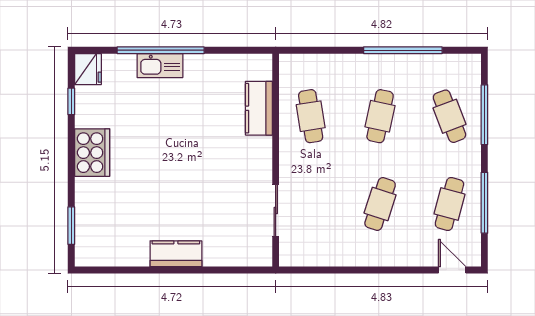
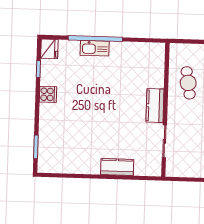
kitchen counter: (259, 108) -> (155, 106), moved
cooker: (92, 153) -> (48, 94), width x0.53, depth x0.76
kitchen counter: (176, 254) -> (117, 167), moved

